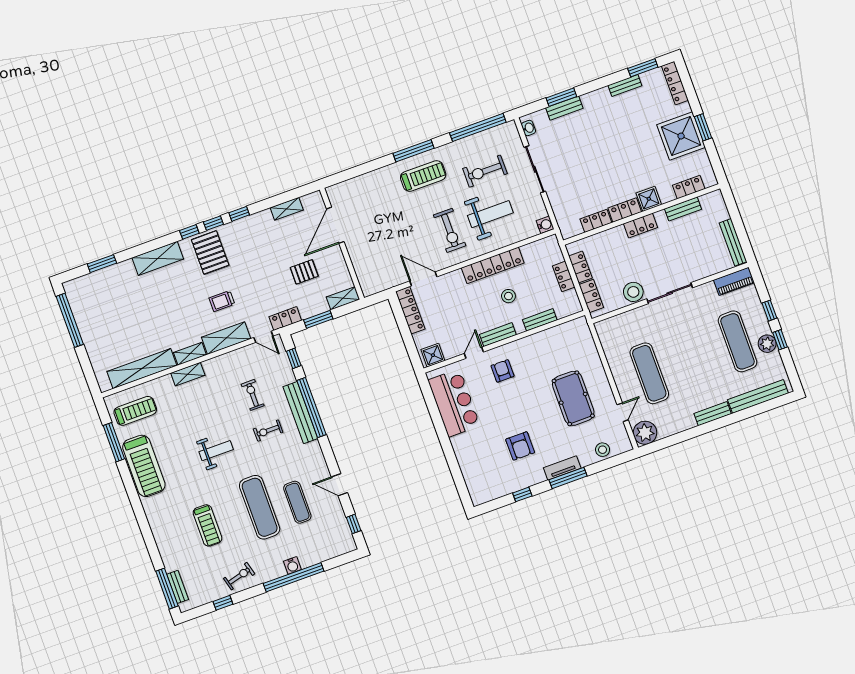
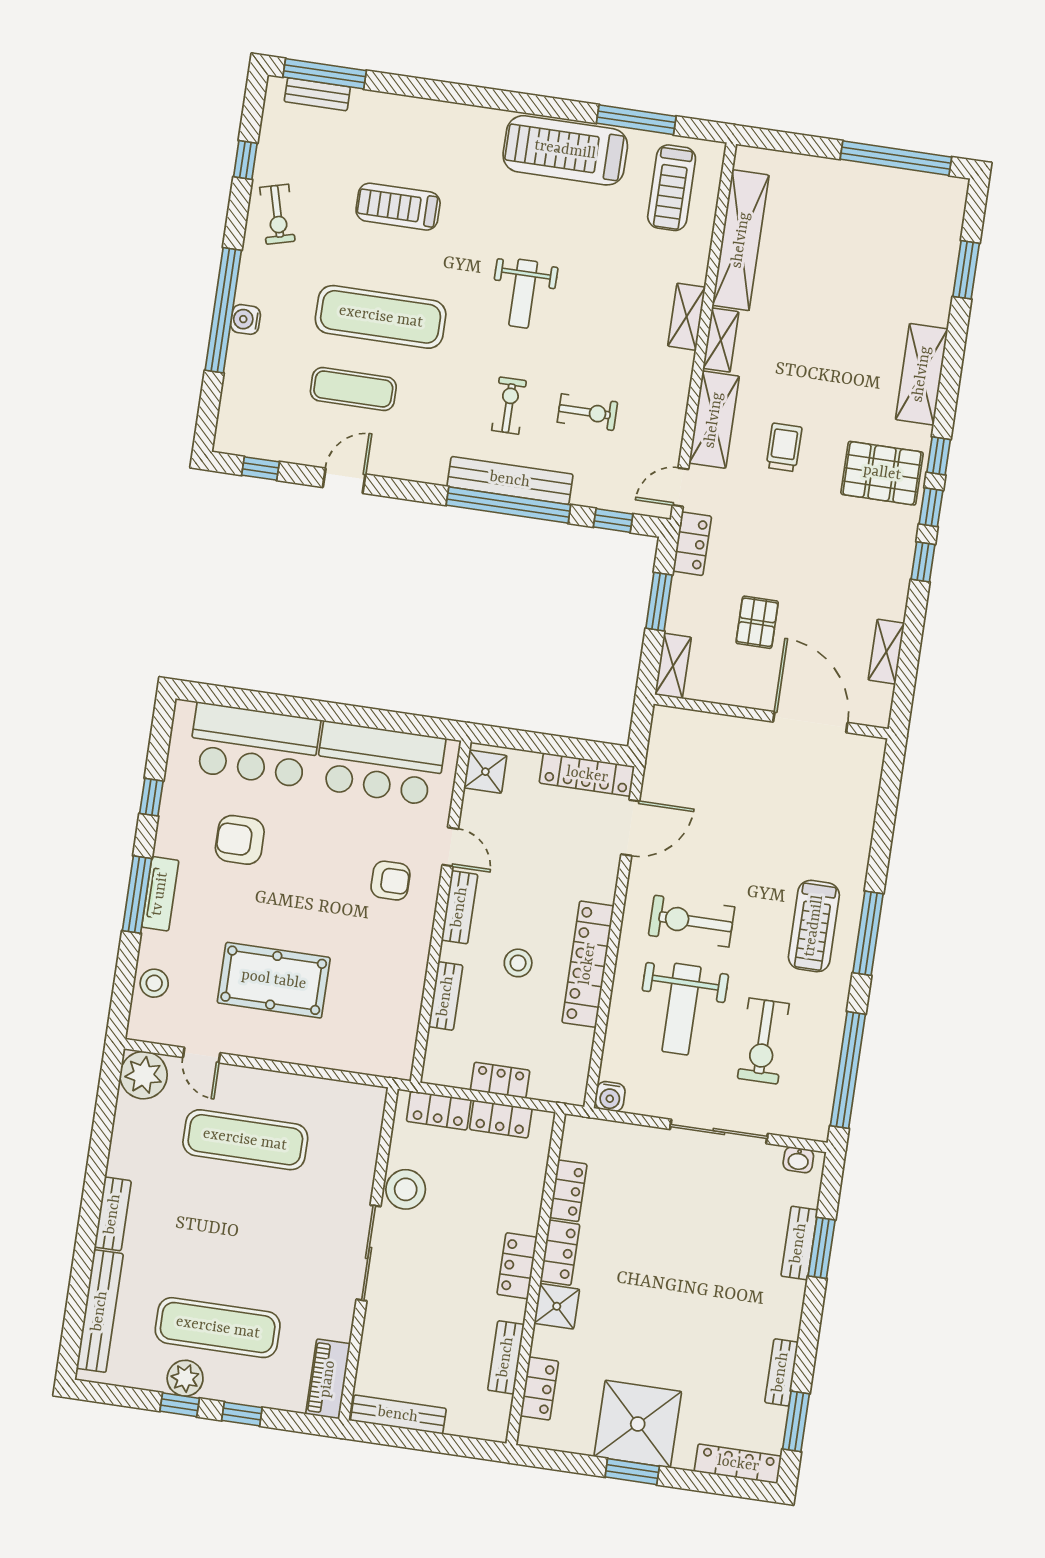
exercise bike: (485, 171) -> (763, 1041), turned 180
bar counter: (476, 462) -> (254, 745), added

